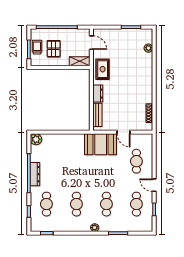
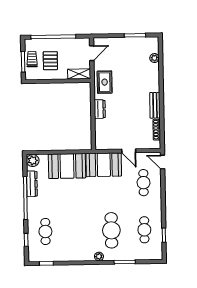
door: (91, 43) -> (92, 53), hinge flipped
bench: (97, 115) -> (155, 105), moved
booth: (67, 145) -> (67, 166), added
dresser: (35, 174) -> (32, 184), moved
door: (154, 185) -> (163, 162), moved
cafe table: (76, 204) -> (78, 231), removed
cafe table: (106, 204) -> (111, 230), width x1.37, depth x1.35

